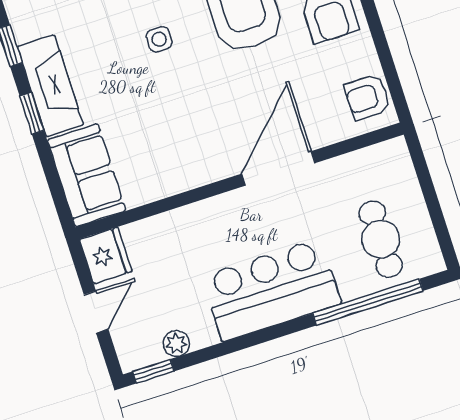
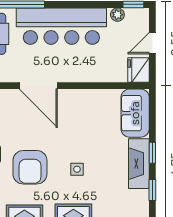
door: (278, 168) -> (38, 86), hinge flipped
bar counter: (271, 290) -> (61, 26), width x1.36

